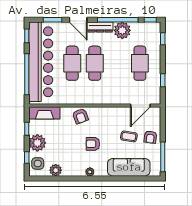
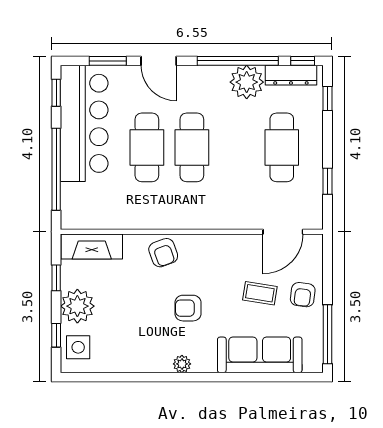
dresser: (100, 27) -> (291, 75), moved
bar counter: (41, 62) -> (84, 123), width x0.73
plant: (56, 170) -> (114, 361), removed

